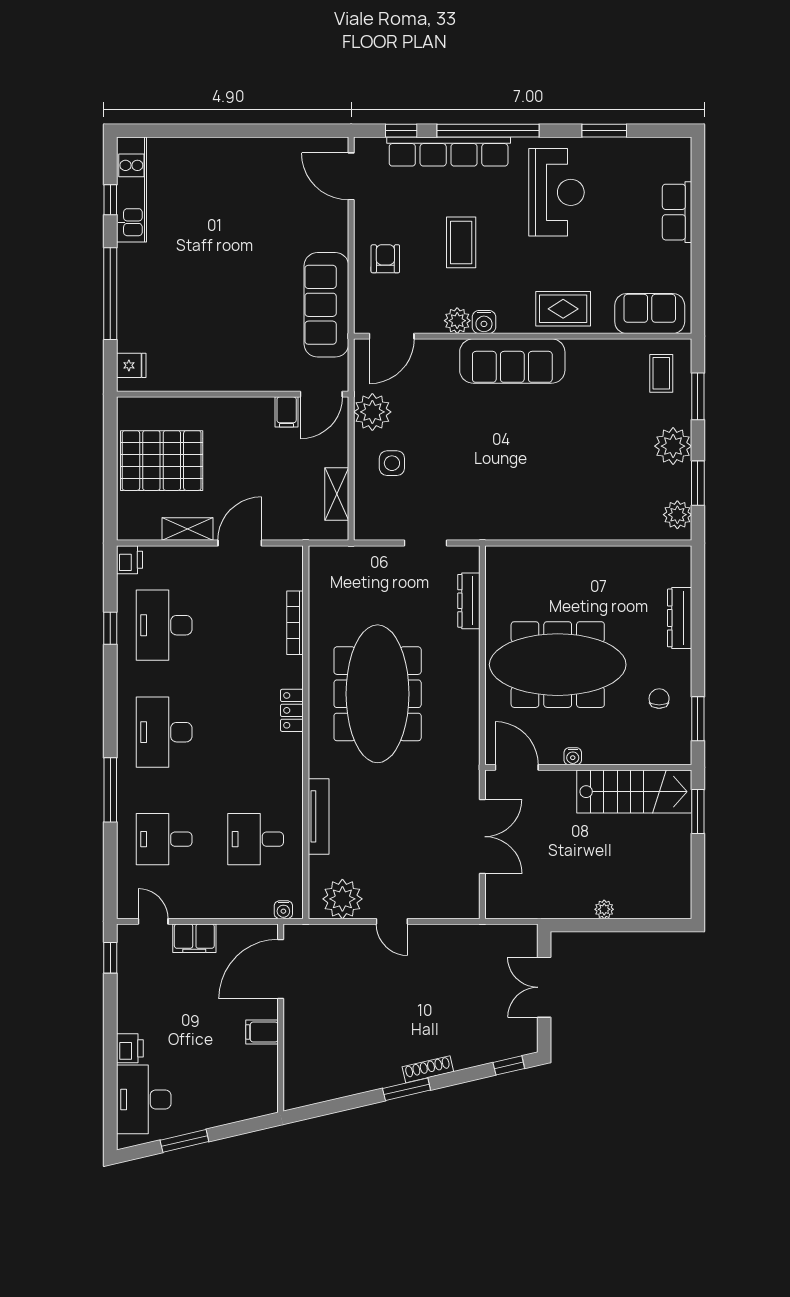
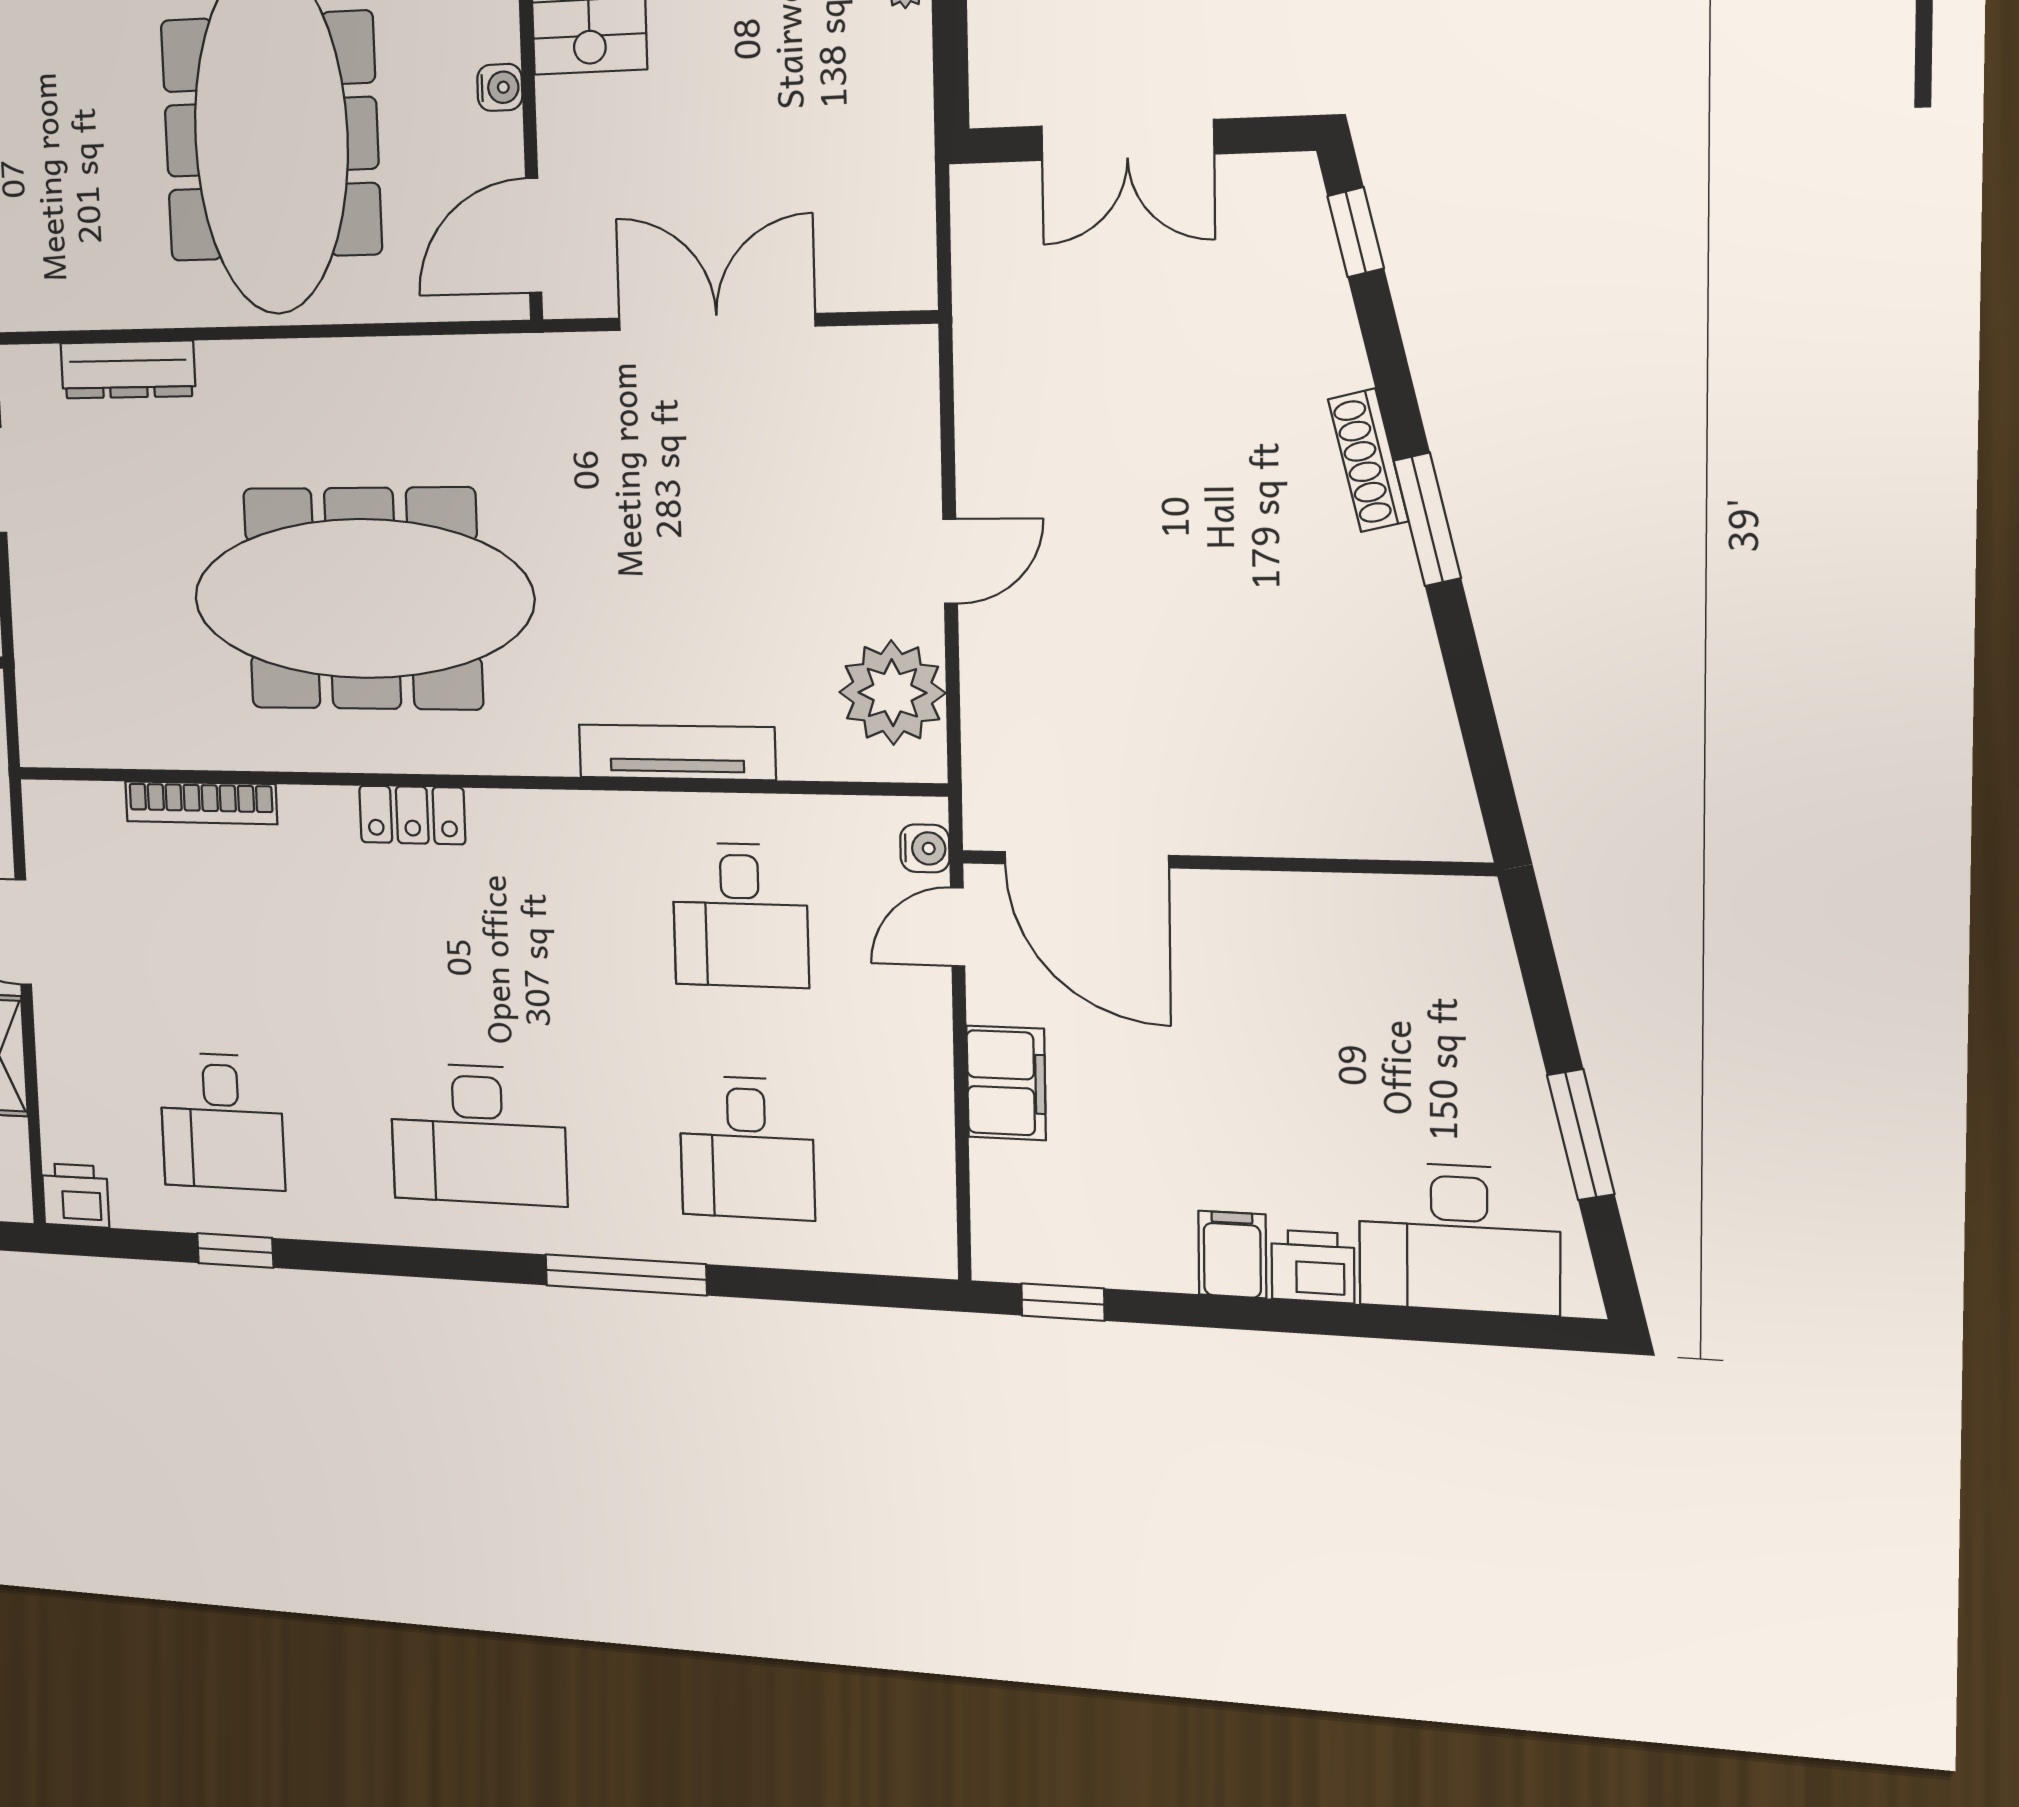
desk: (164, 625) -> (222, 1121), width x0.73
door: (153, 921) -> (958, 927), moved
filing cabinet: (262, 1032) -> (1232, 1254), moved, turned 180

